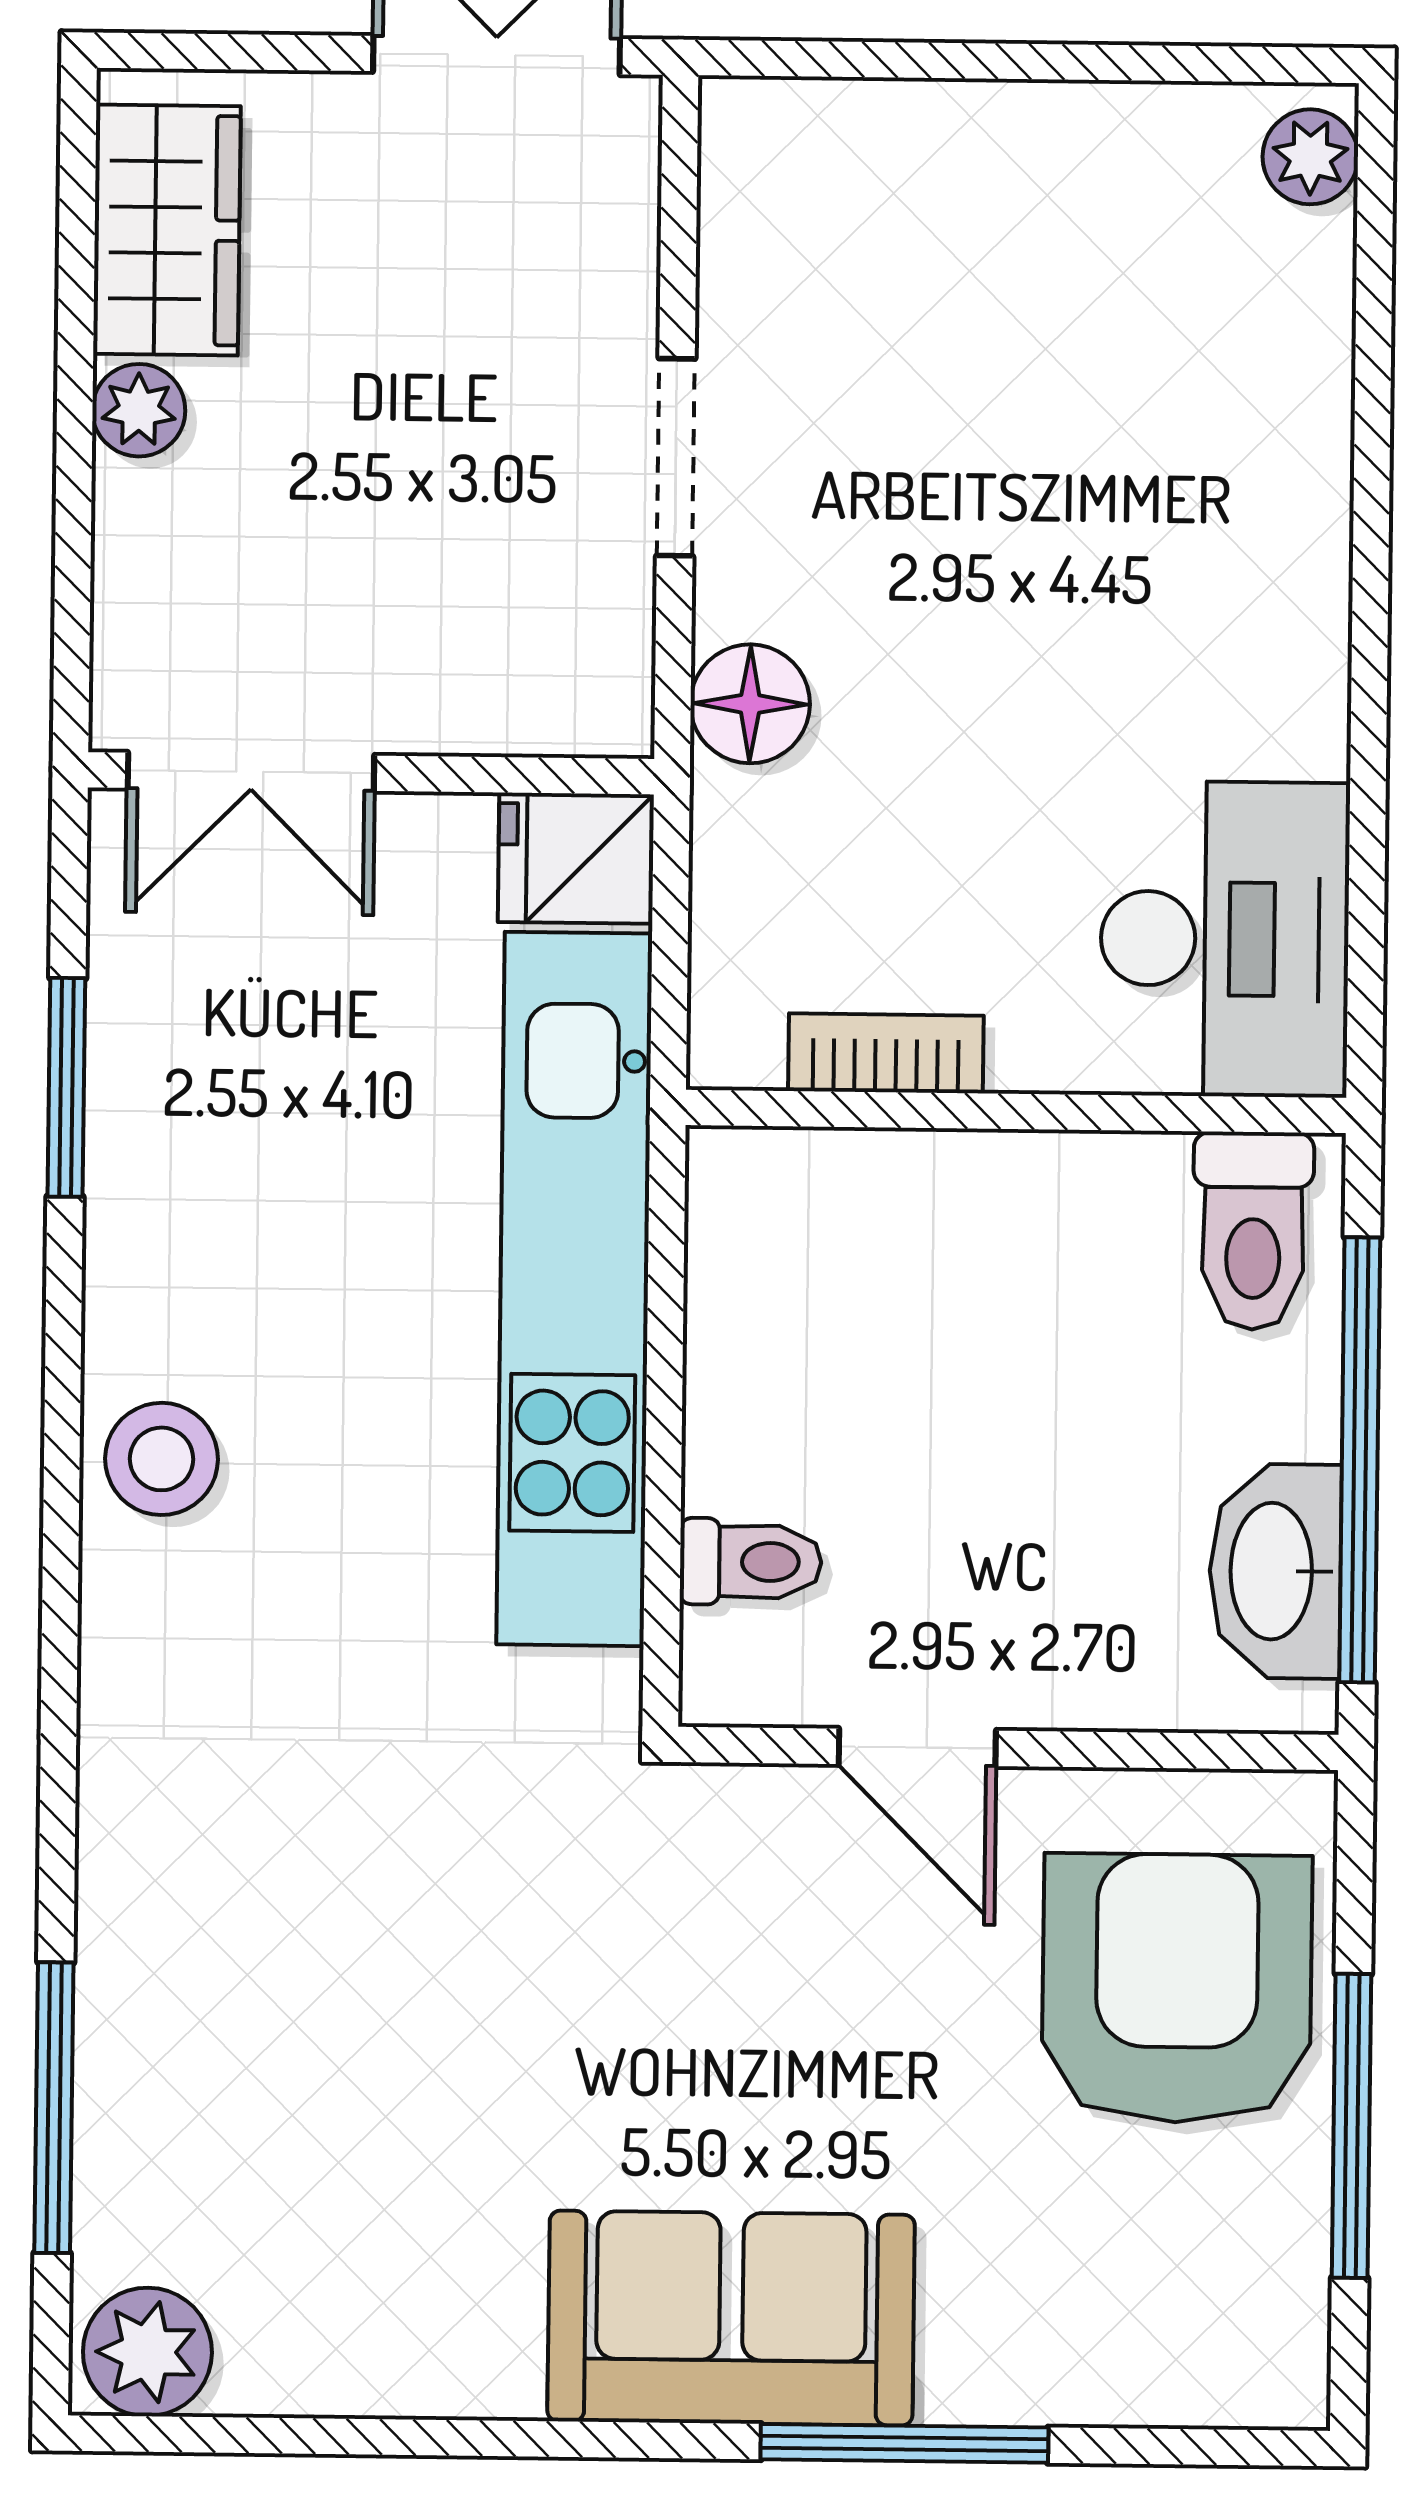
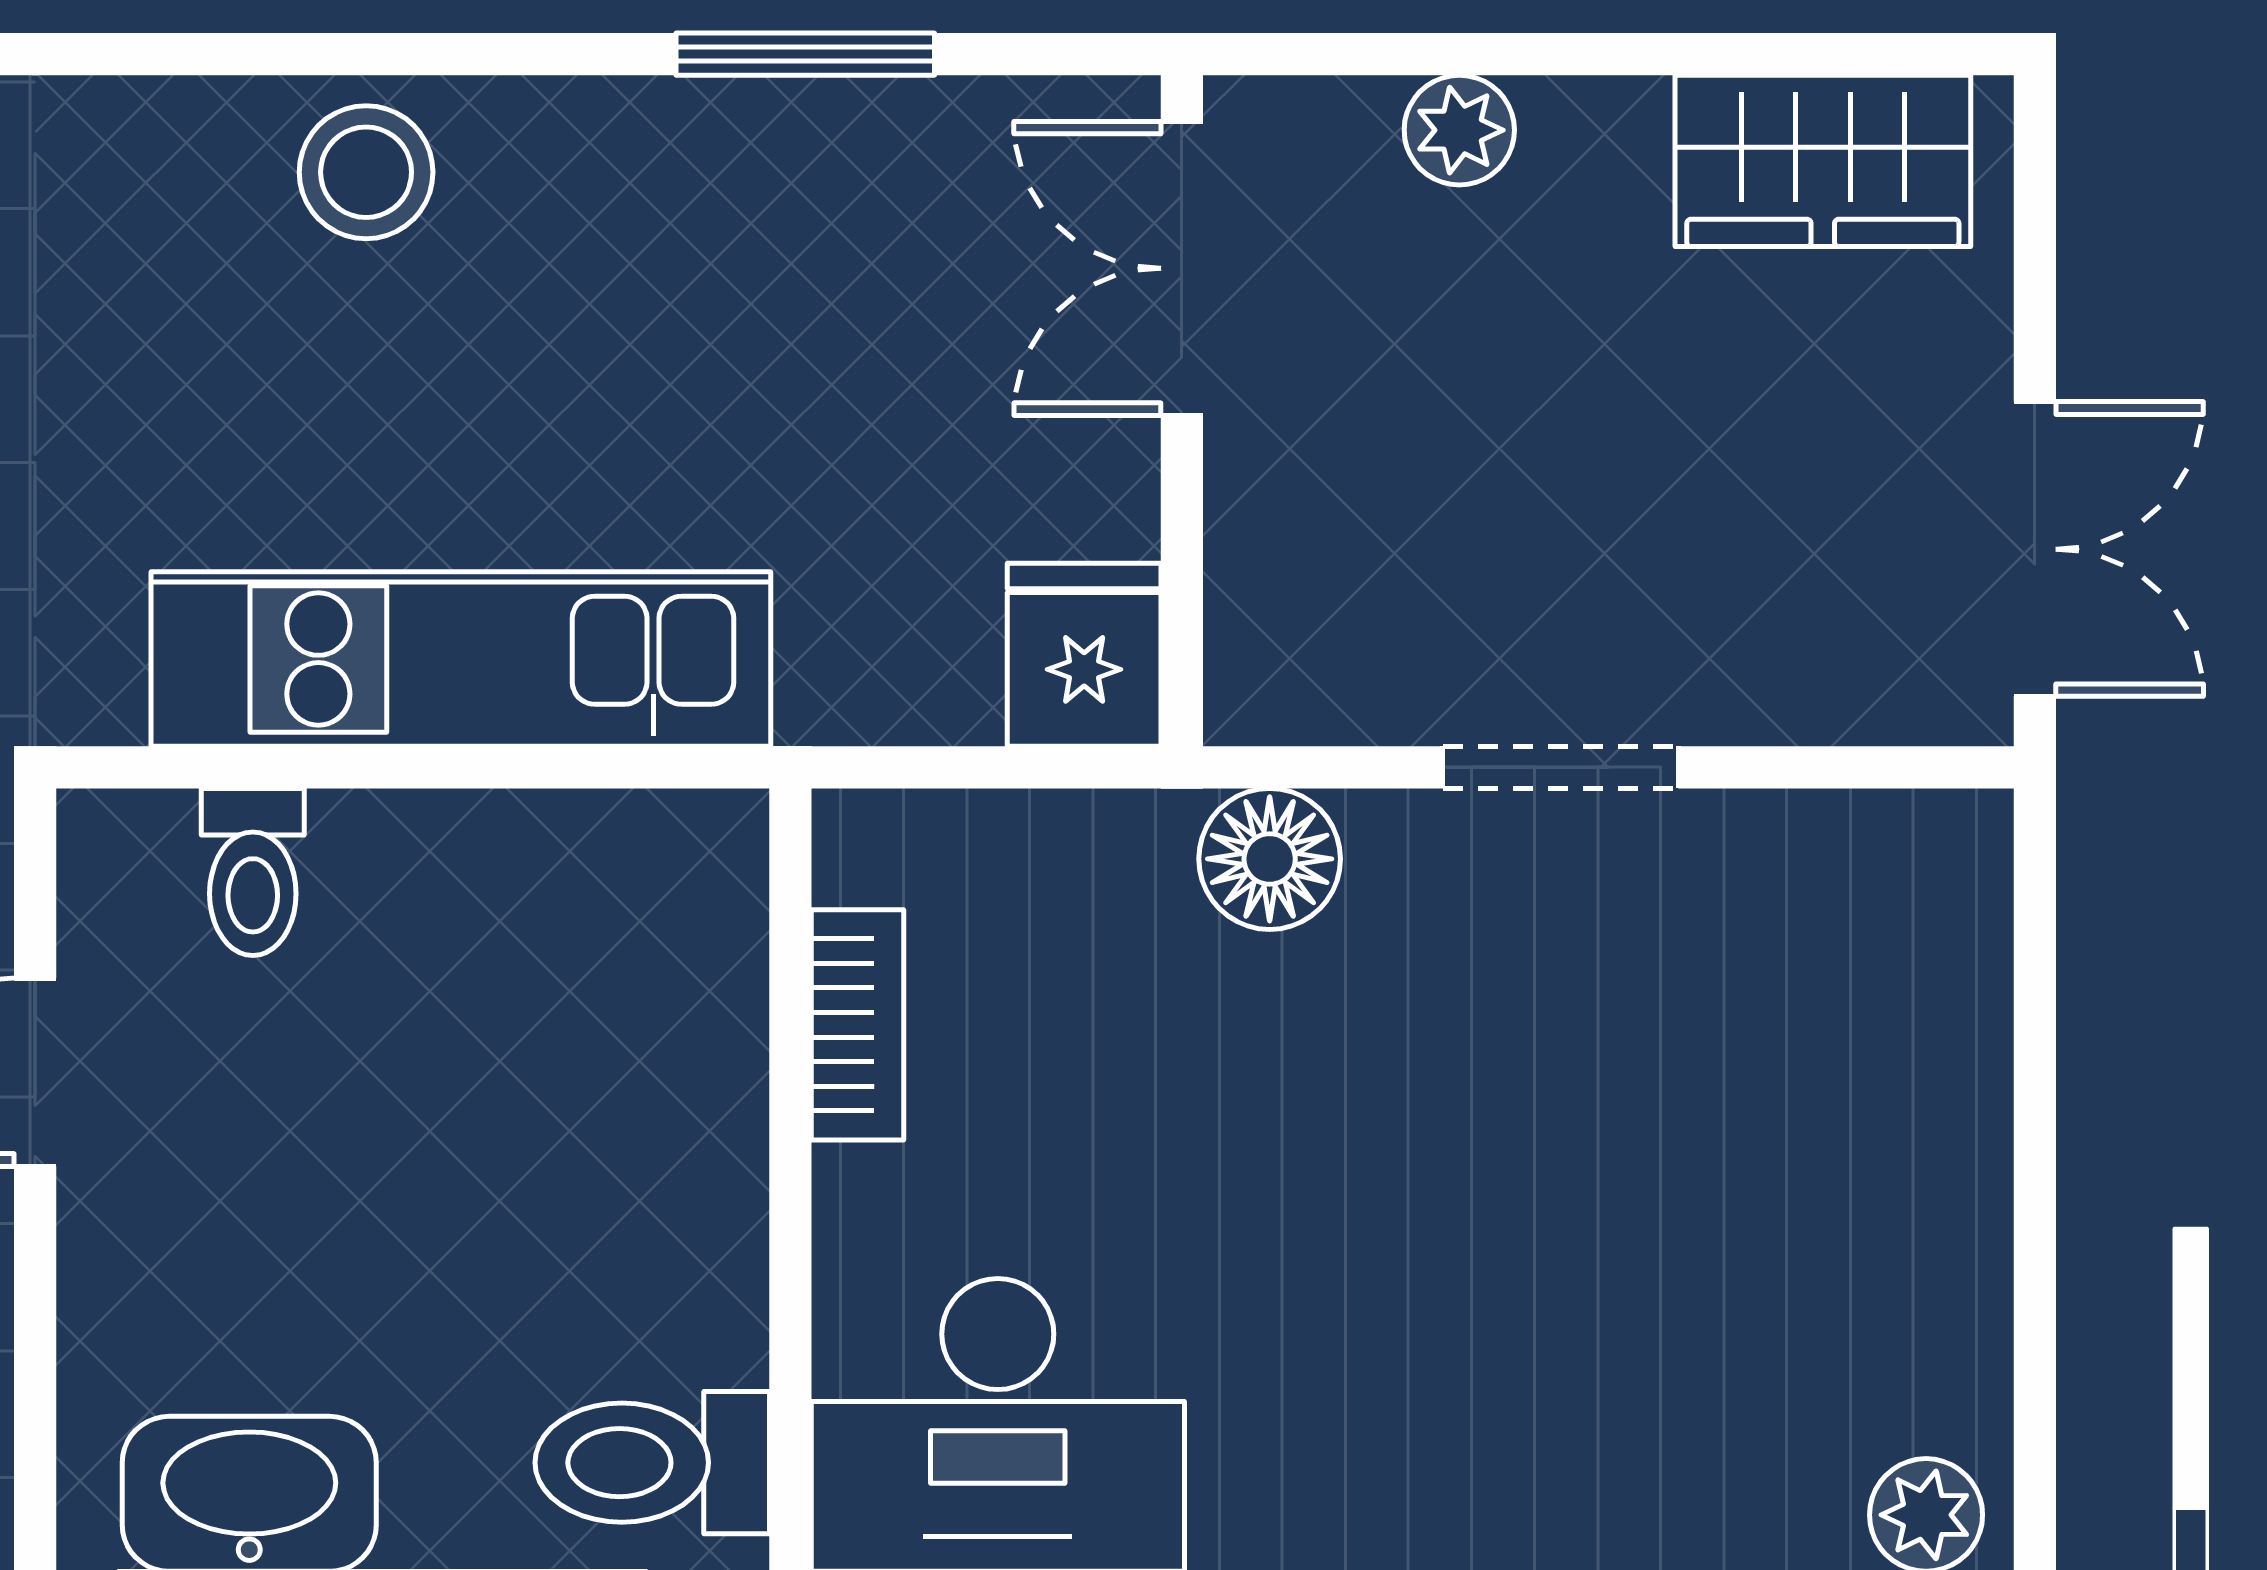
plant: (139, 410) -> (1459, 130), moved
kitchen unit: (574, 1289) -> (461, 659), width x0.73

